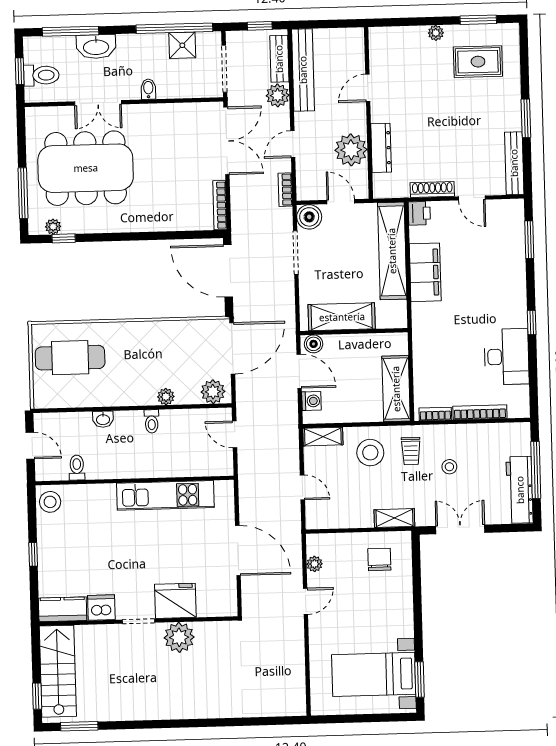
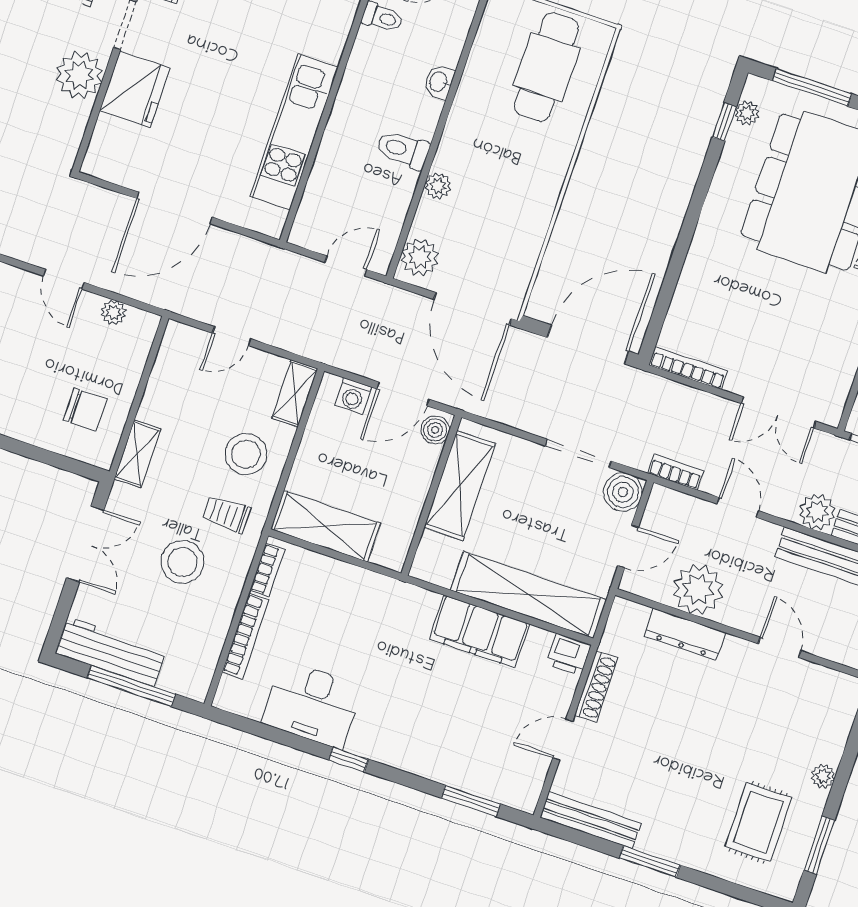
double door: (226, 141) -> (779, 412), width x0.73
toilet: (152, 421) -> (403, 150), width x1.37, depth x1.39
stool: (449, 467) -> (183, 562), width x1.89, depth x1.89

